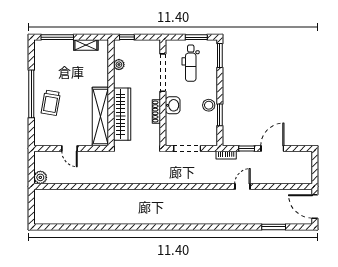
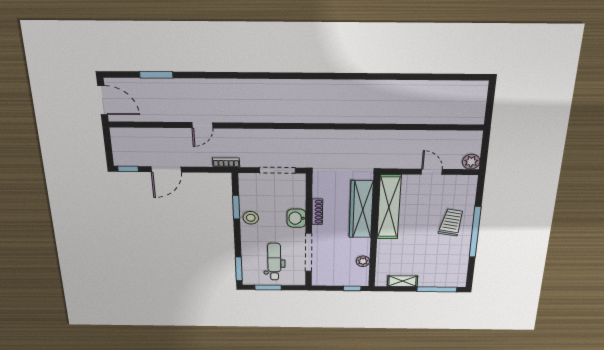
window: (247, 148) -> (128, 169), moved
plant: (40, 177) -> (471, 162), moved

